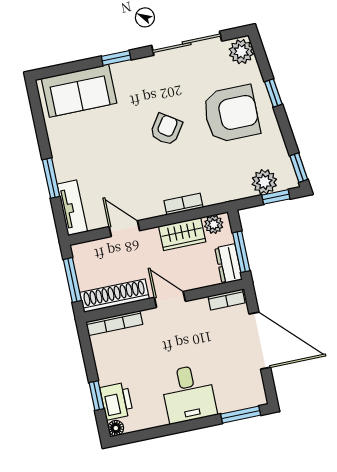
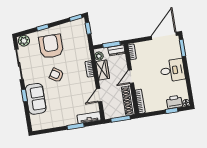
sofa: (79, 91) -> (36, 99), moved
plant: (264, 182) -> (81, 33), removed
door: (260, 341) -> (164, 36), moved

